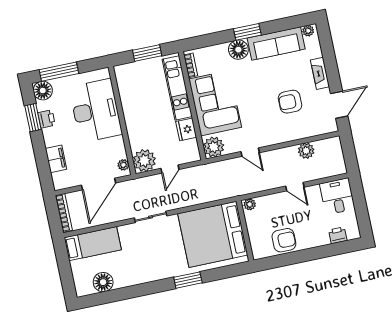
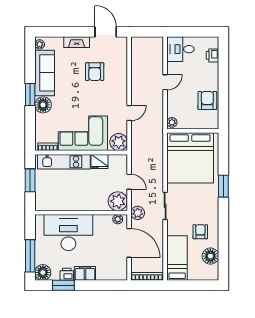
plant: (306, 151) -> (138, 213), moved
filing cabinet: (56, 159) -> (85, 273), moved
armchair: (129, 264) -> (200, 232), added

